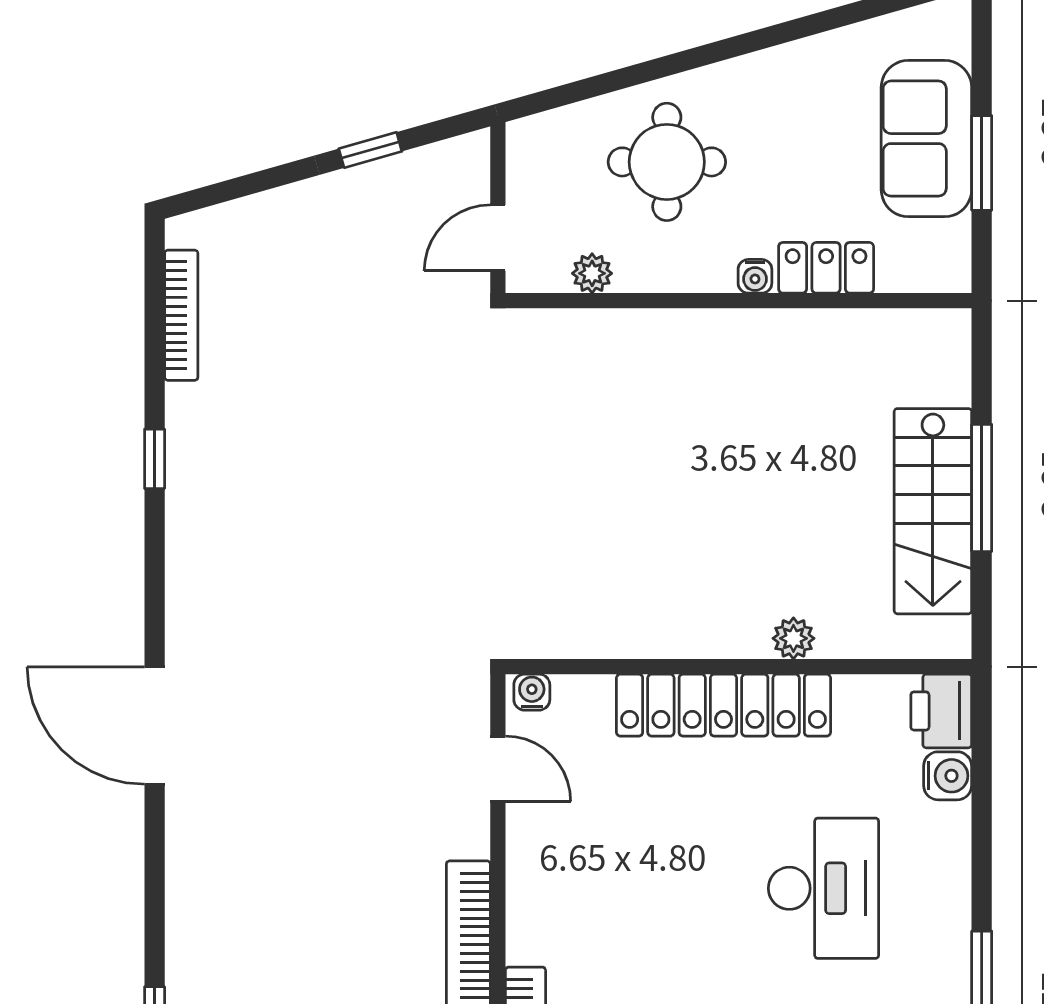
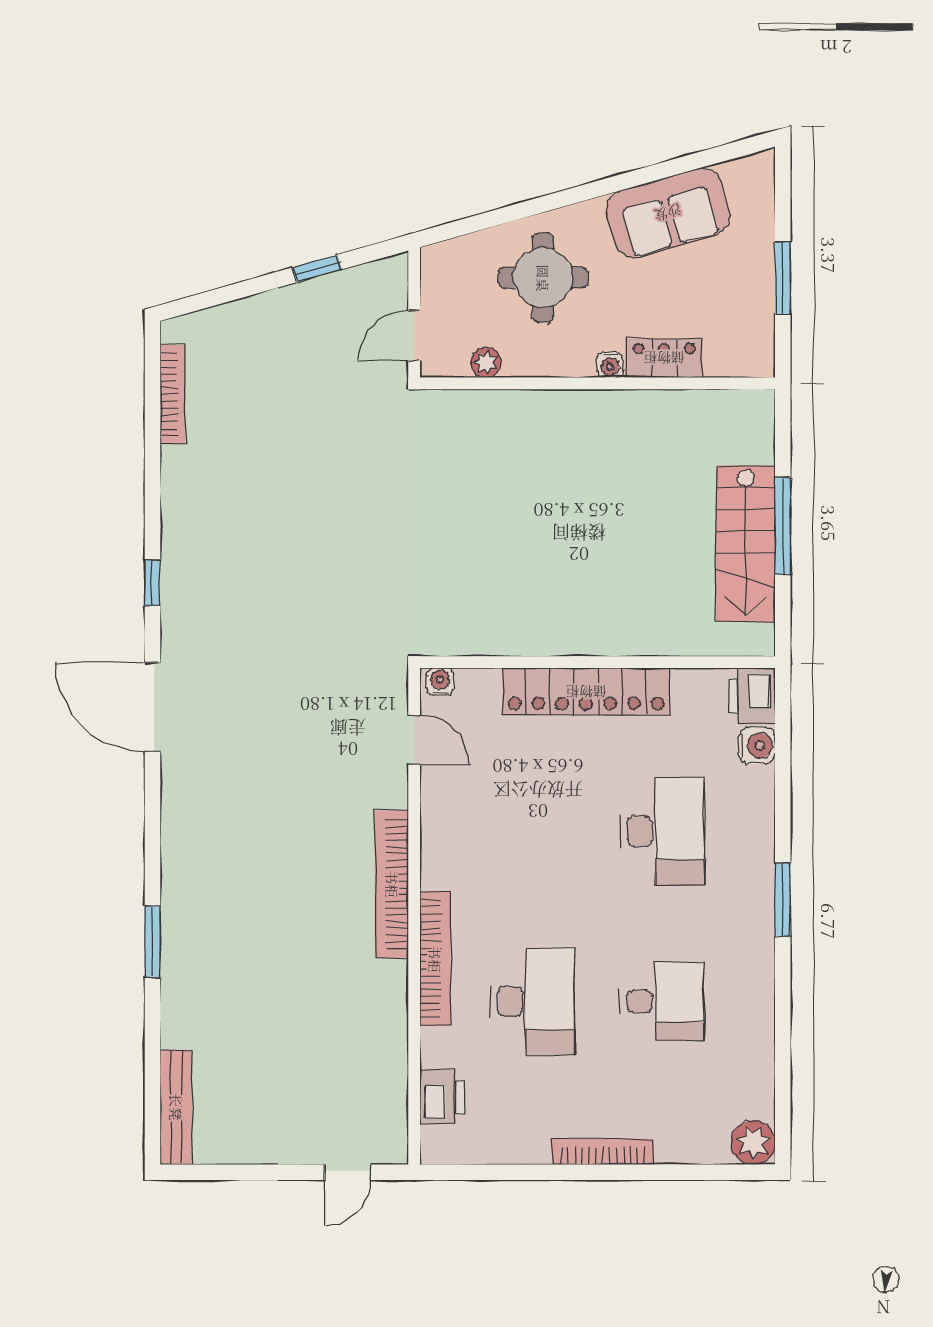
sofa: (926, 139) -> (668, 213), moved, turned -106
window: (155, 459) -> (152, 583), moved
plant: (793, 638) -> (639, 641), removed

